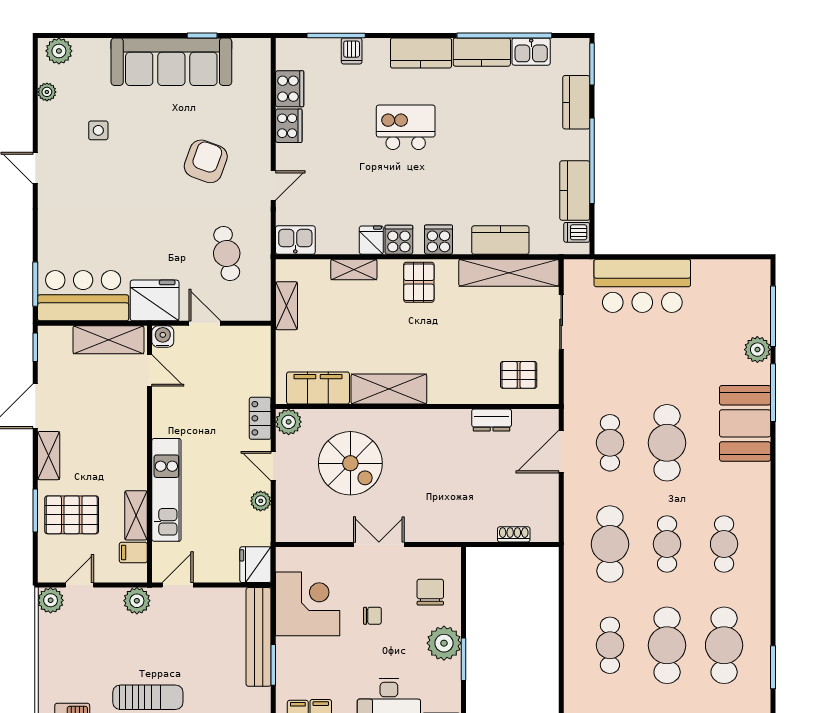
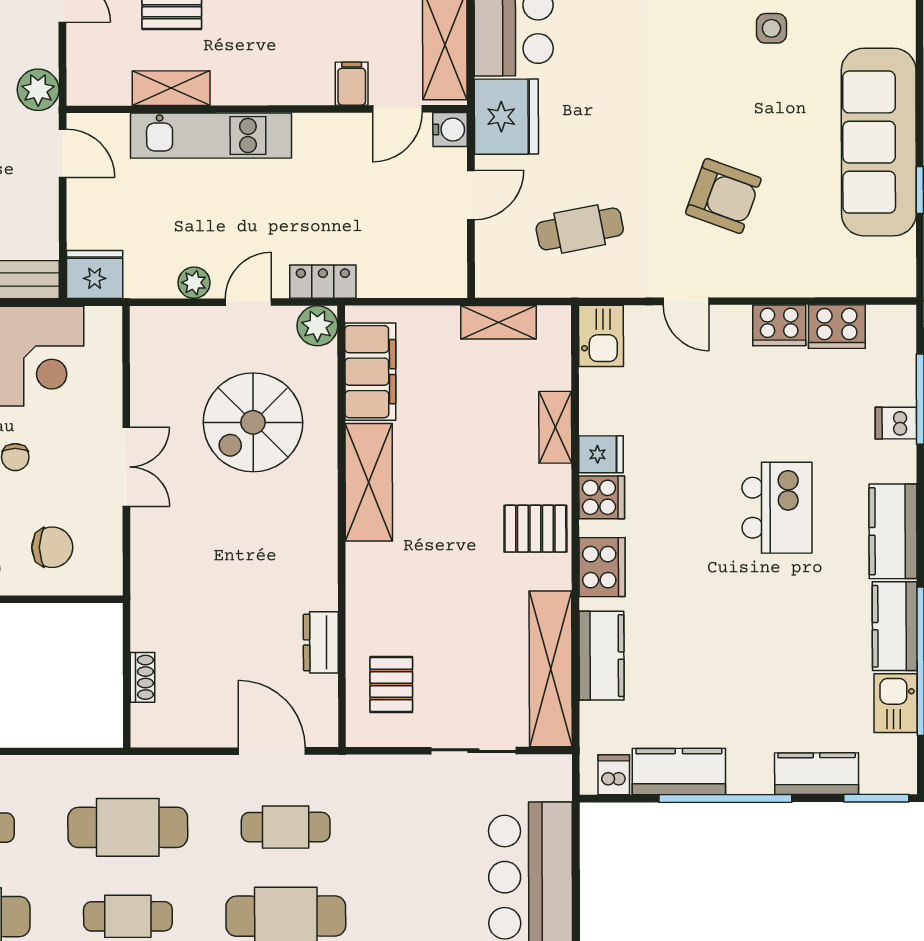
cooker: (439, 240) -> (602, 567), width x1.36
filing cabinet: (133, 552) -> (352, 84), moved

